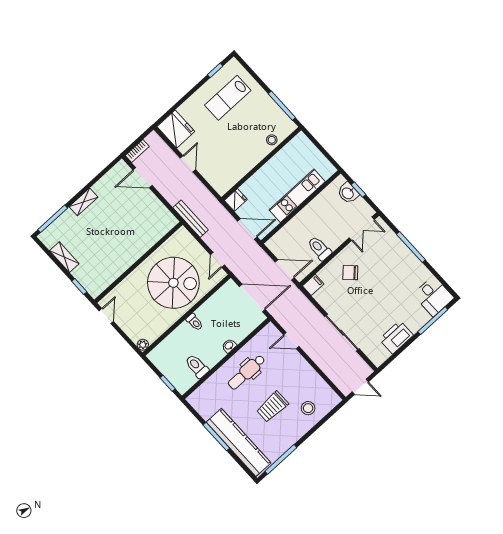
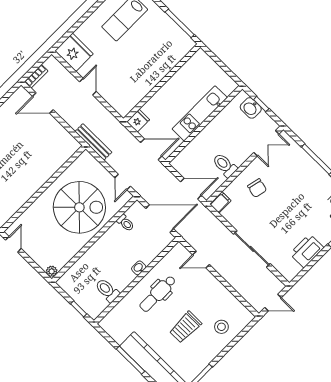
stool: (272, 140) -> (171, 58), removed
chair: (350, 273) -> (257, 188), turned -121
toilet: (195, 322) -> (125, 223), moved

